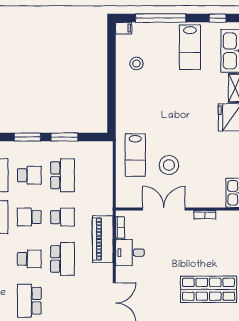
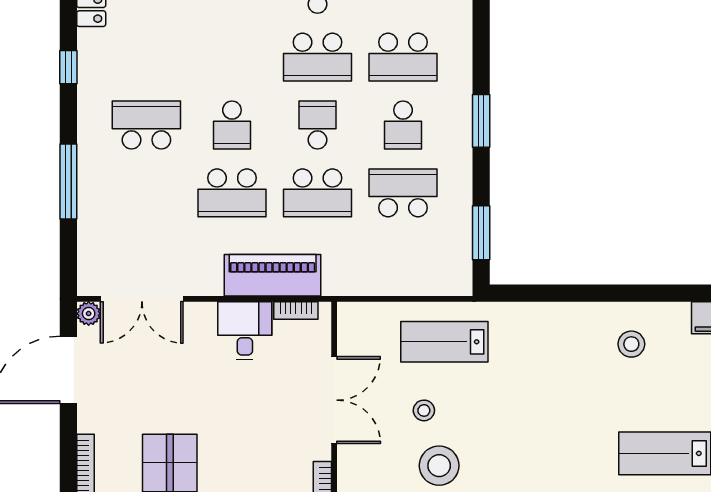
window: (65, 137) -> (481, 233), moved
stool: (196, 158) -> (439, 466), added
stool: (169, 165) -> (424, 410), width x0.53, depth x0.53
school desk: (63, 175) -> (403, 193), turned 180
school desk: (63, 217) -> (317, 193), width x1.85

